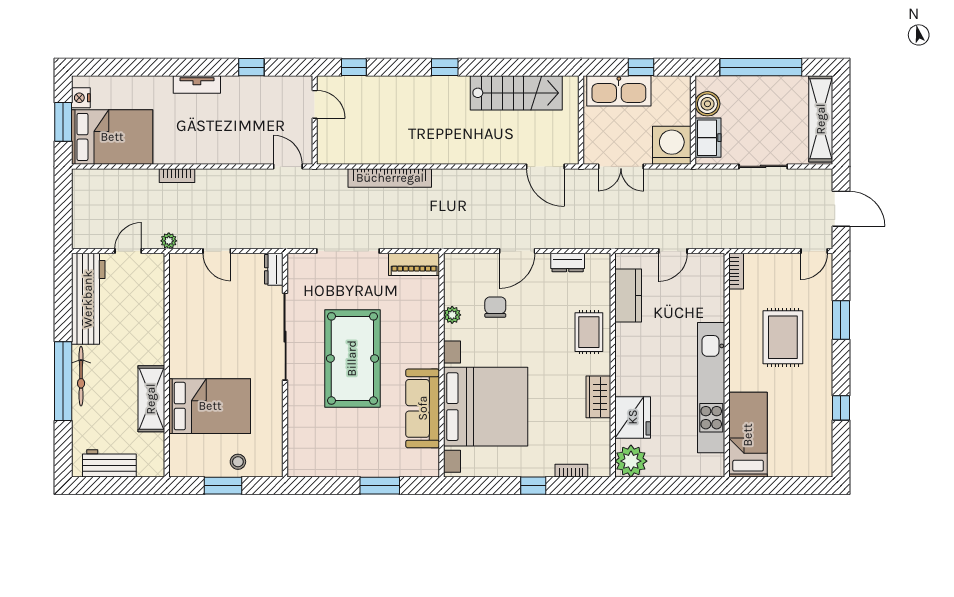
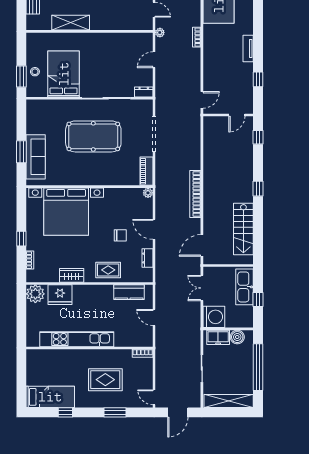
bookcase: (390, 178) -> (195, 194), moved
chair: (495, 307) -> (120, 235), moved
plant: (452, 315) -> (148, 193), moved
bed: (210, 406) -> (64, 74), moved, turned 180
sofa: (423, 408) -> (36, 157), moved, turned 90
bed: (748, 435) -> (50, 397), moved
window: (223, 486) -> (21, 76), moved

